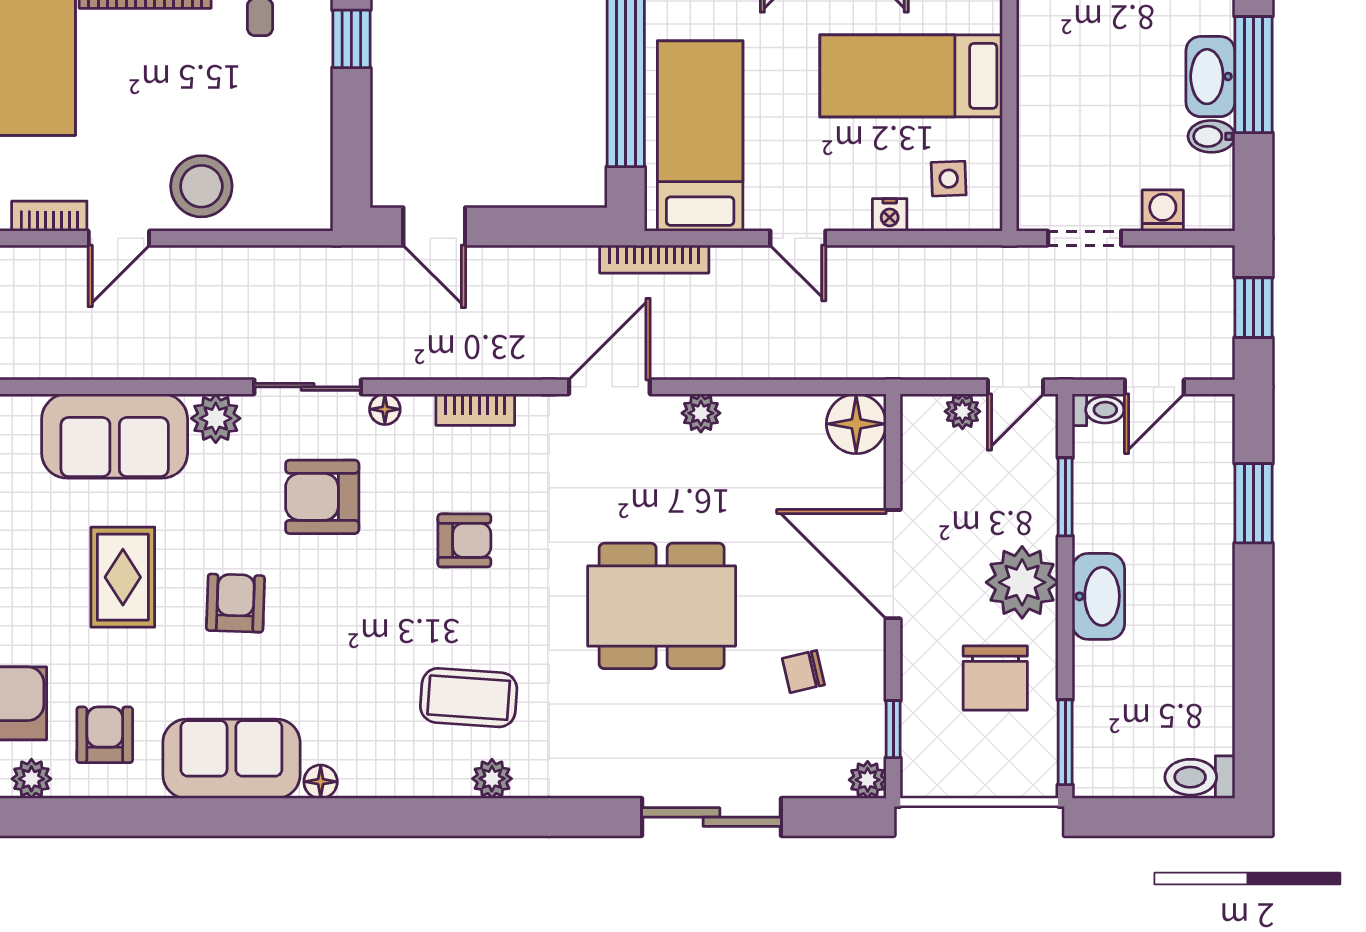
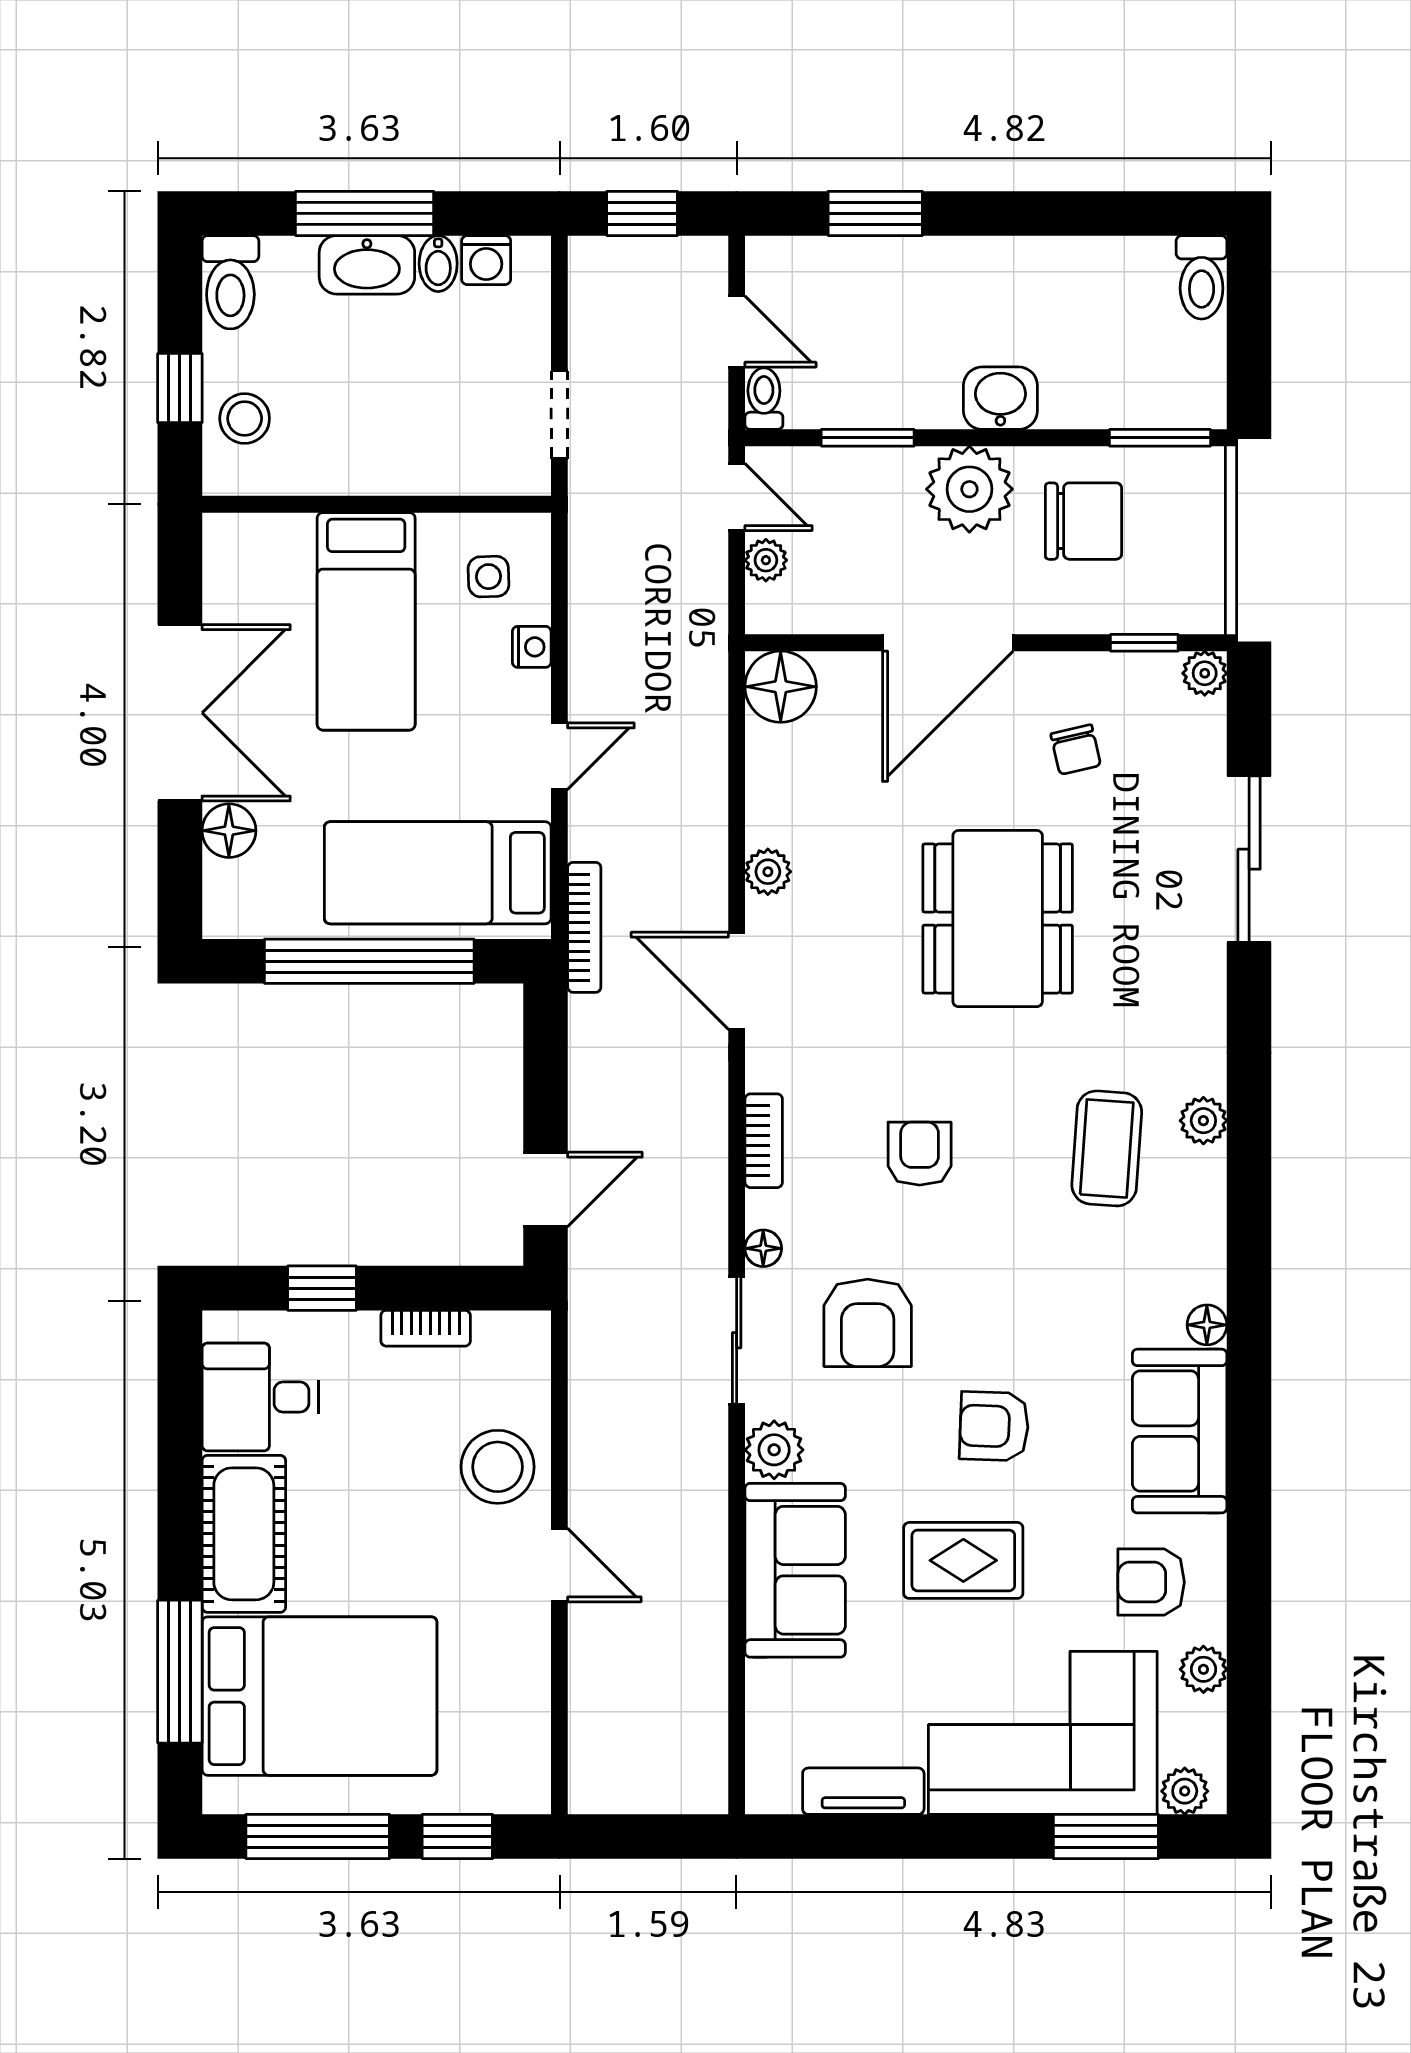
washing machine: (1163, 211) -> (486, 260), moved, turned -90
bookcase: (49, 216) -> (426, 1328), moved, turned -90
washbasin: (1098, 596) -> (1000, 398), width x0.72

